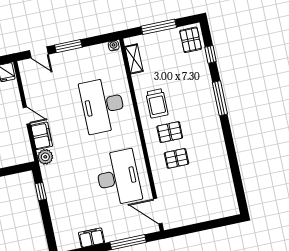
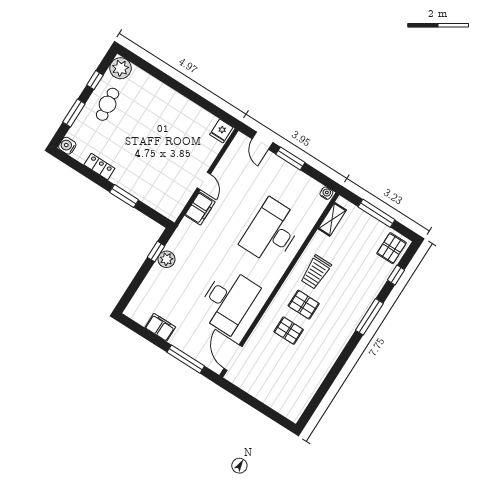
plant: (45, 157) -> (166, 259), moved

